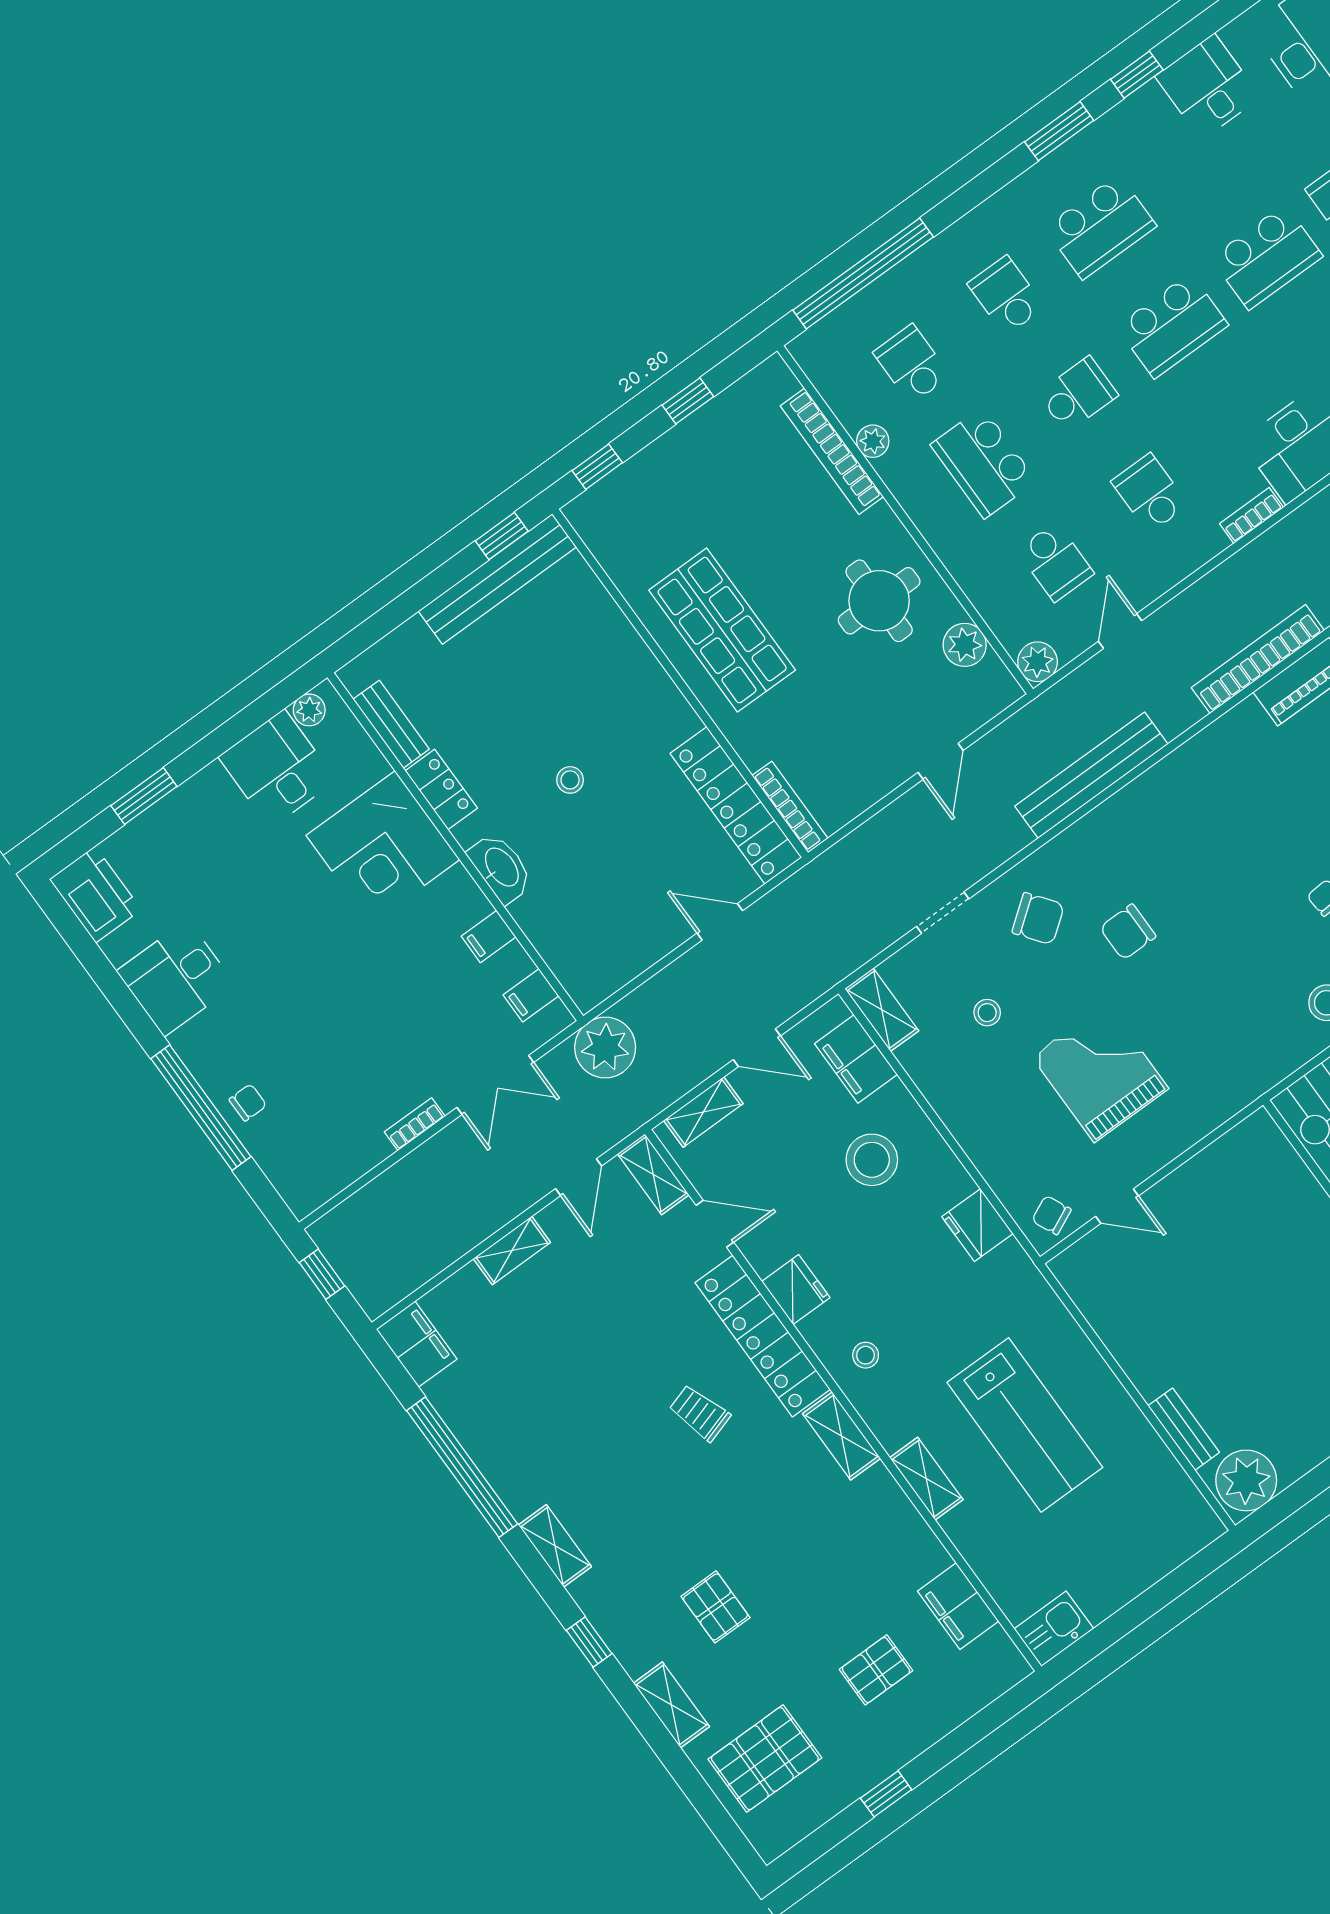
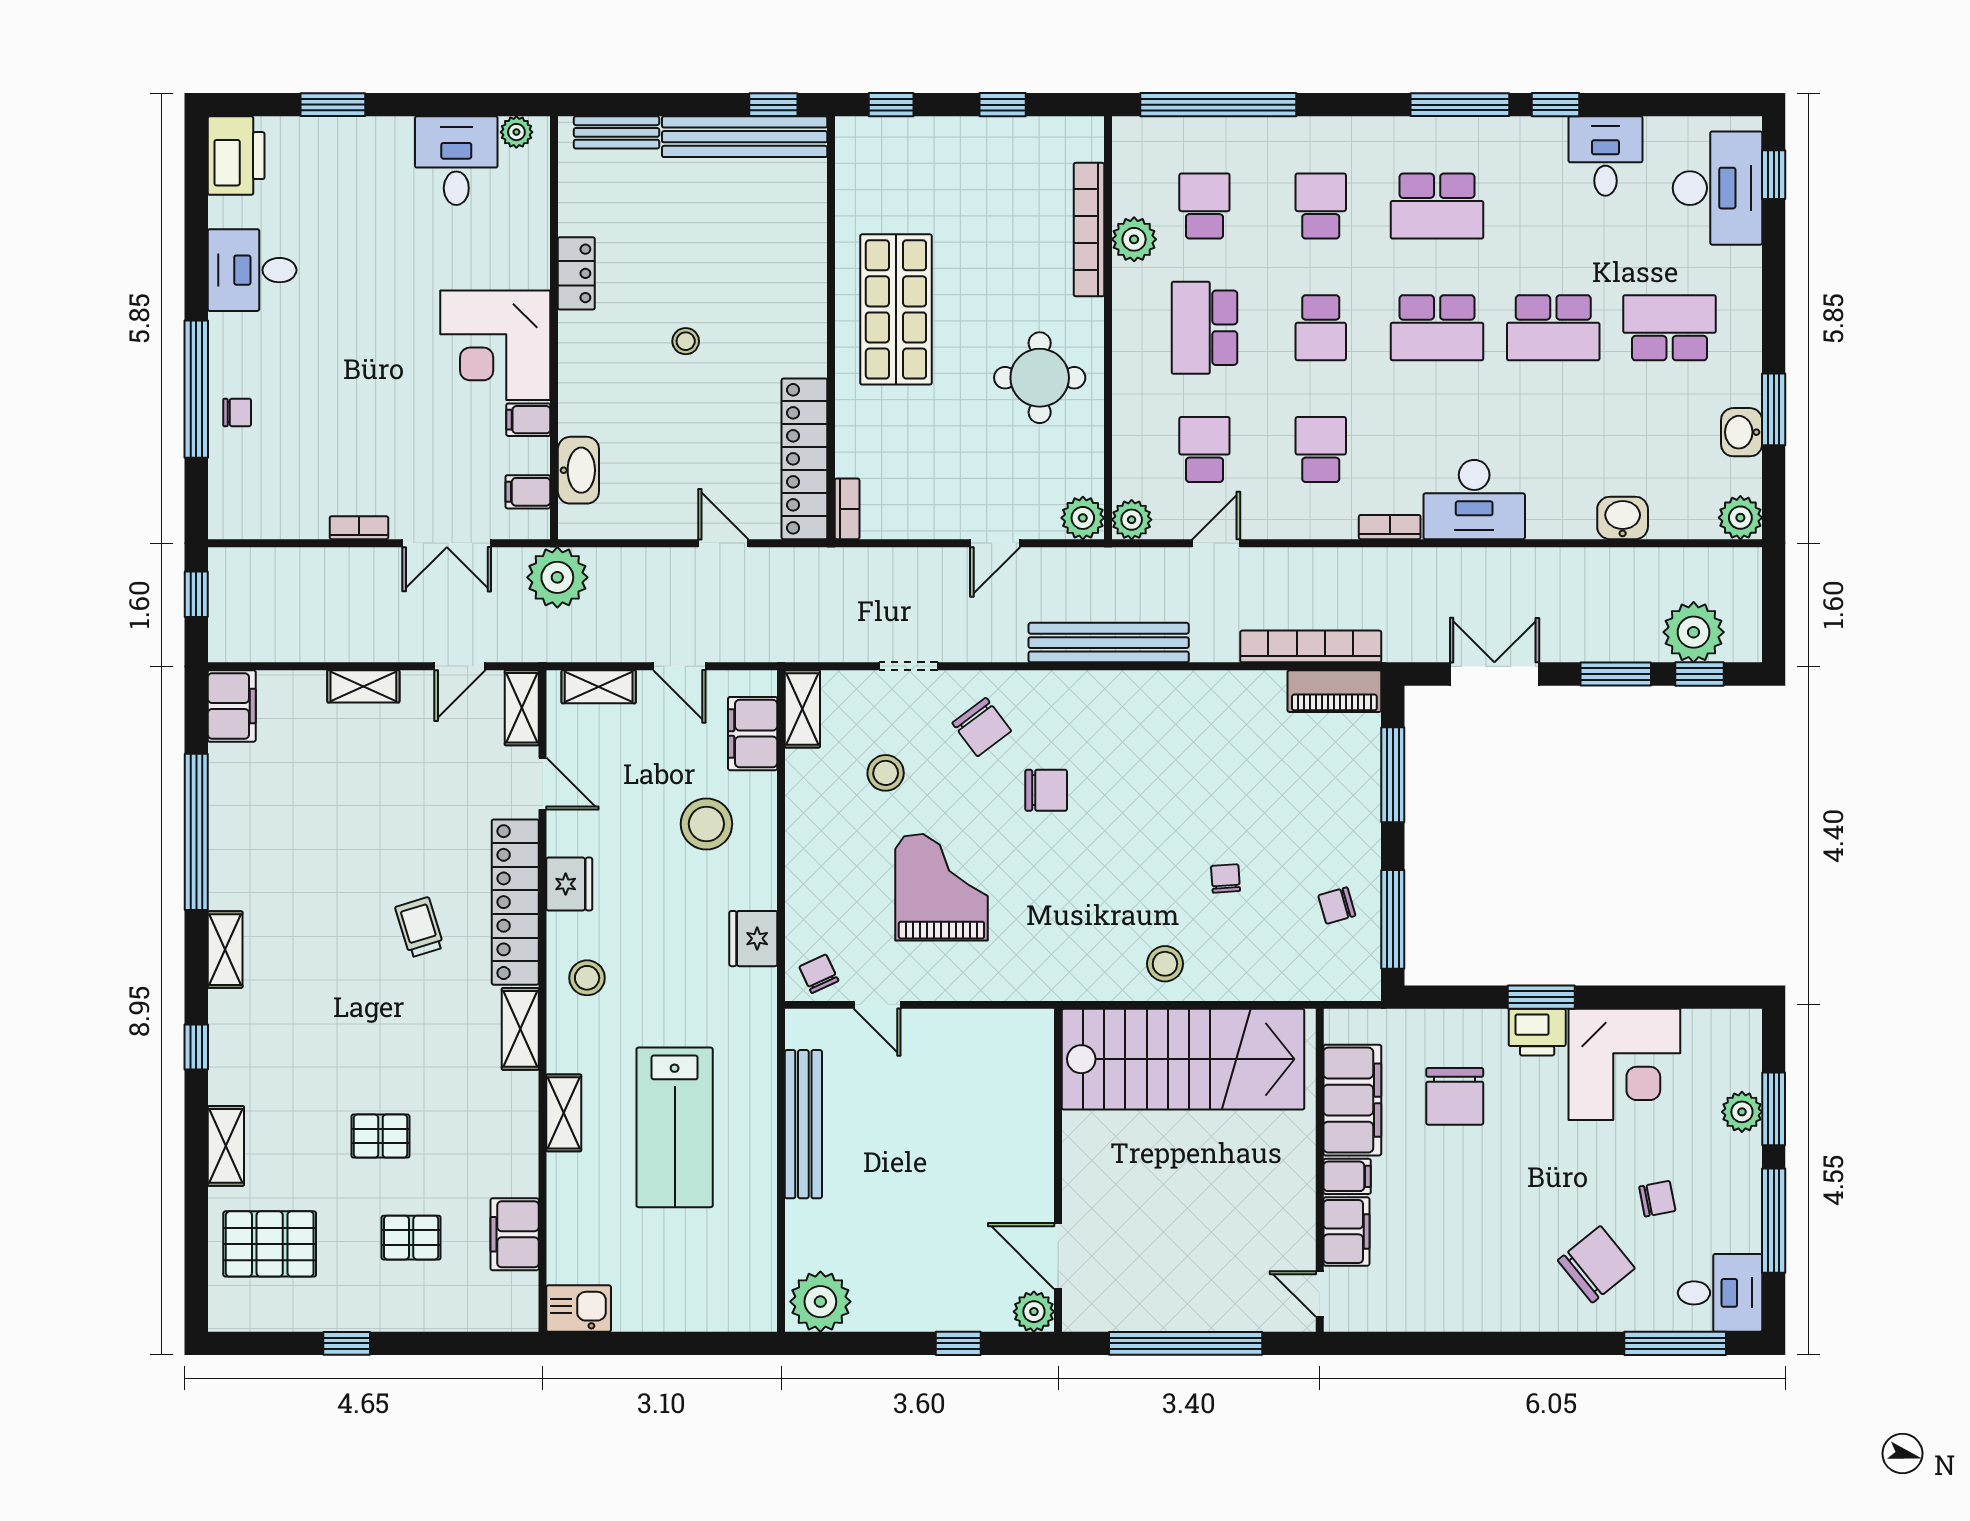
window: (1059, 131) -> (1460, 105), width x1.44
school desk: (1078, 394) -> (1321, 328), turned 90
plant: (873, 441) -> (1134, 239), width x1.38, depth x1.38
school desk: (1055, 562) -> (1204, 449), turned 180
plant: (965, 645) -> (1083, 518), moved
bench: (391, 724) -> (617, 132), moved, turned 90
bookcase: (790, 807) -> (847, 509), width x0.64
corner desk: (383, 848) -> (495, 345), moved
washbasin: (501, 868) -> (578, 470), moved
chair: (1128, 932) -> (1046, 790), turned 180
stool: (987, 1013) -> (886, 773), width x1.37, depth x1.37
stool: (866, 1355) -> (587, 978), width x1.37, depth x1.37
bench: (1184, 1429) -> (803, 1124), moved, width x1.86, depth x1.21
pallet: (716, 1607) -> (380, 1136), moved, turned 90

